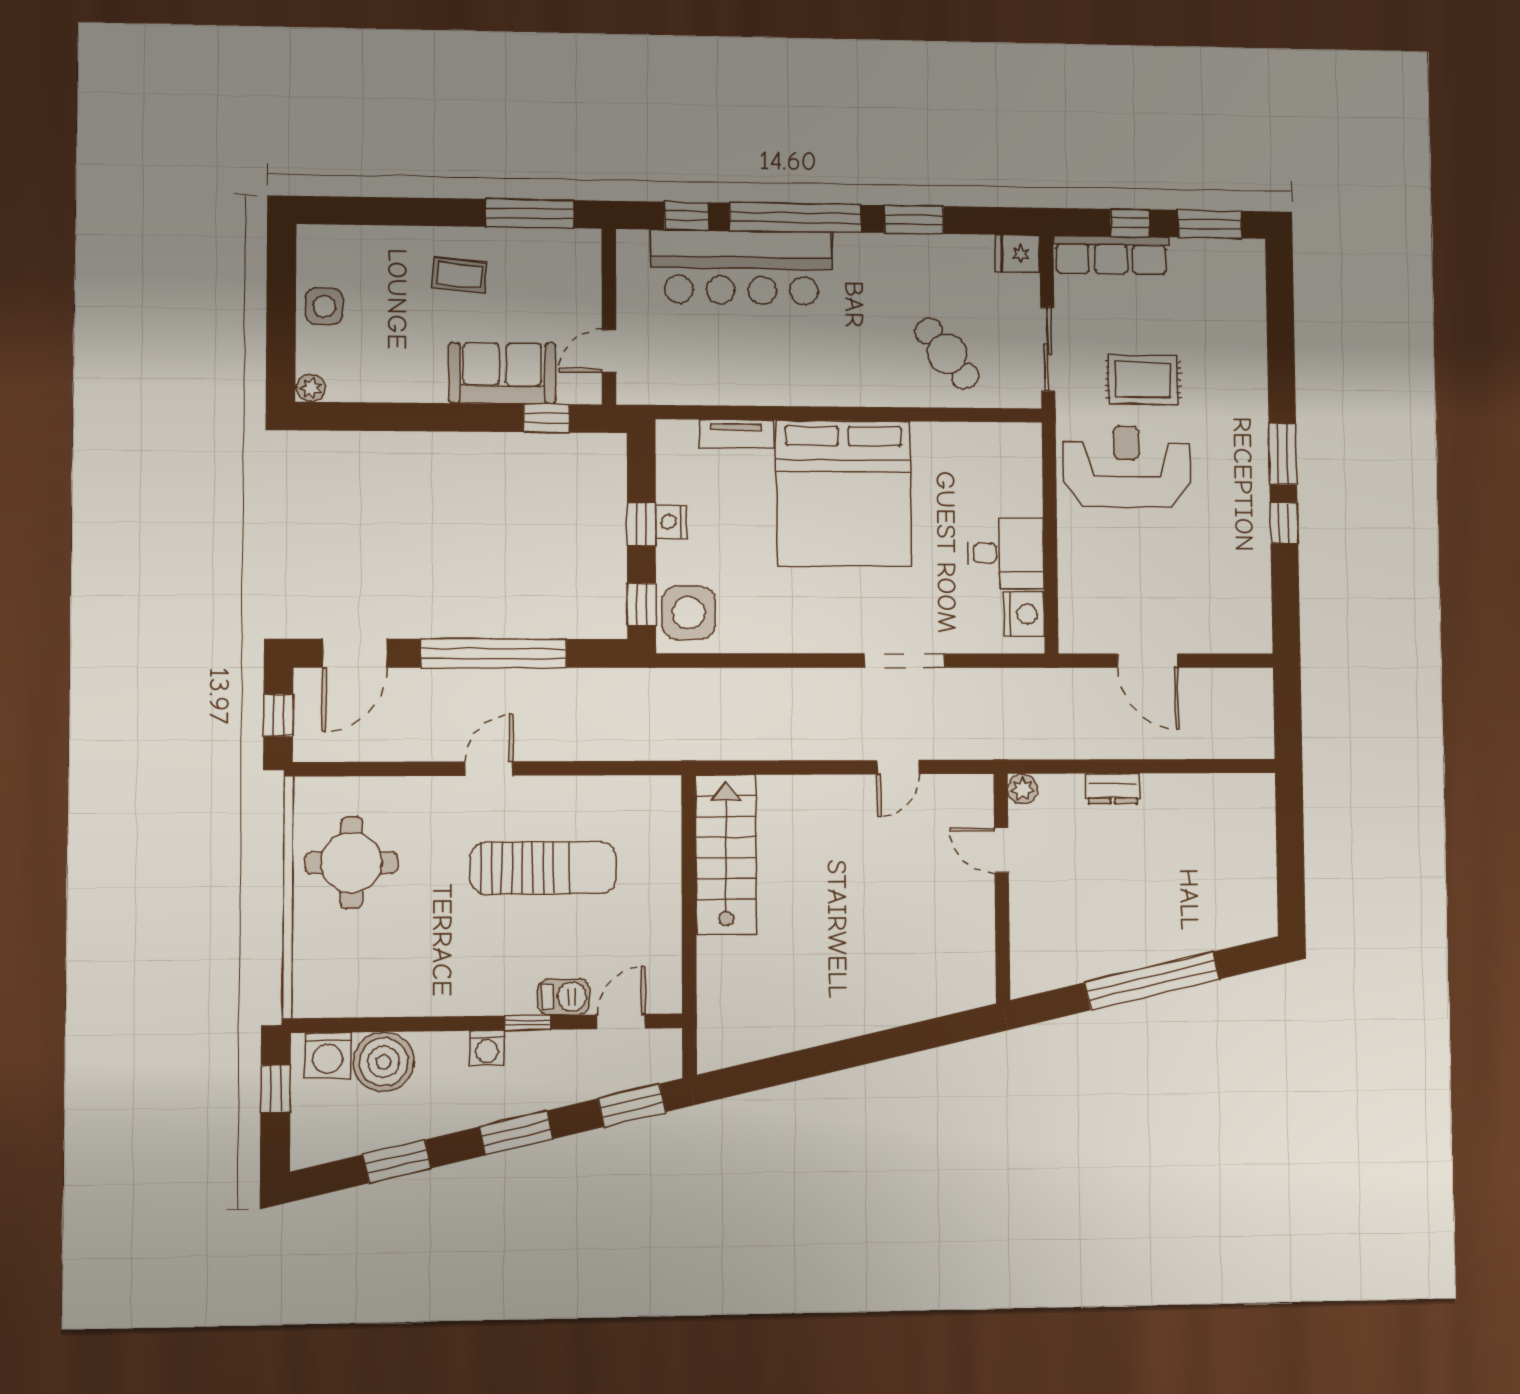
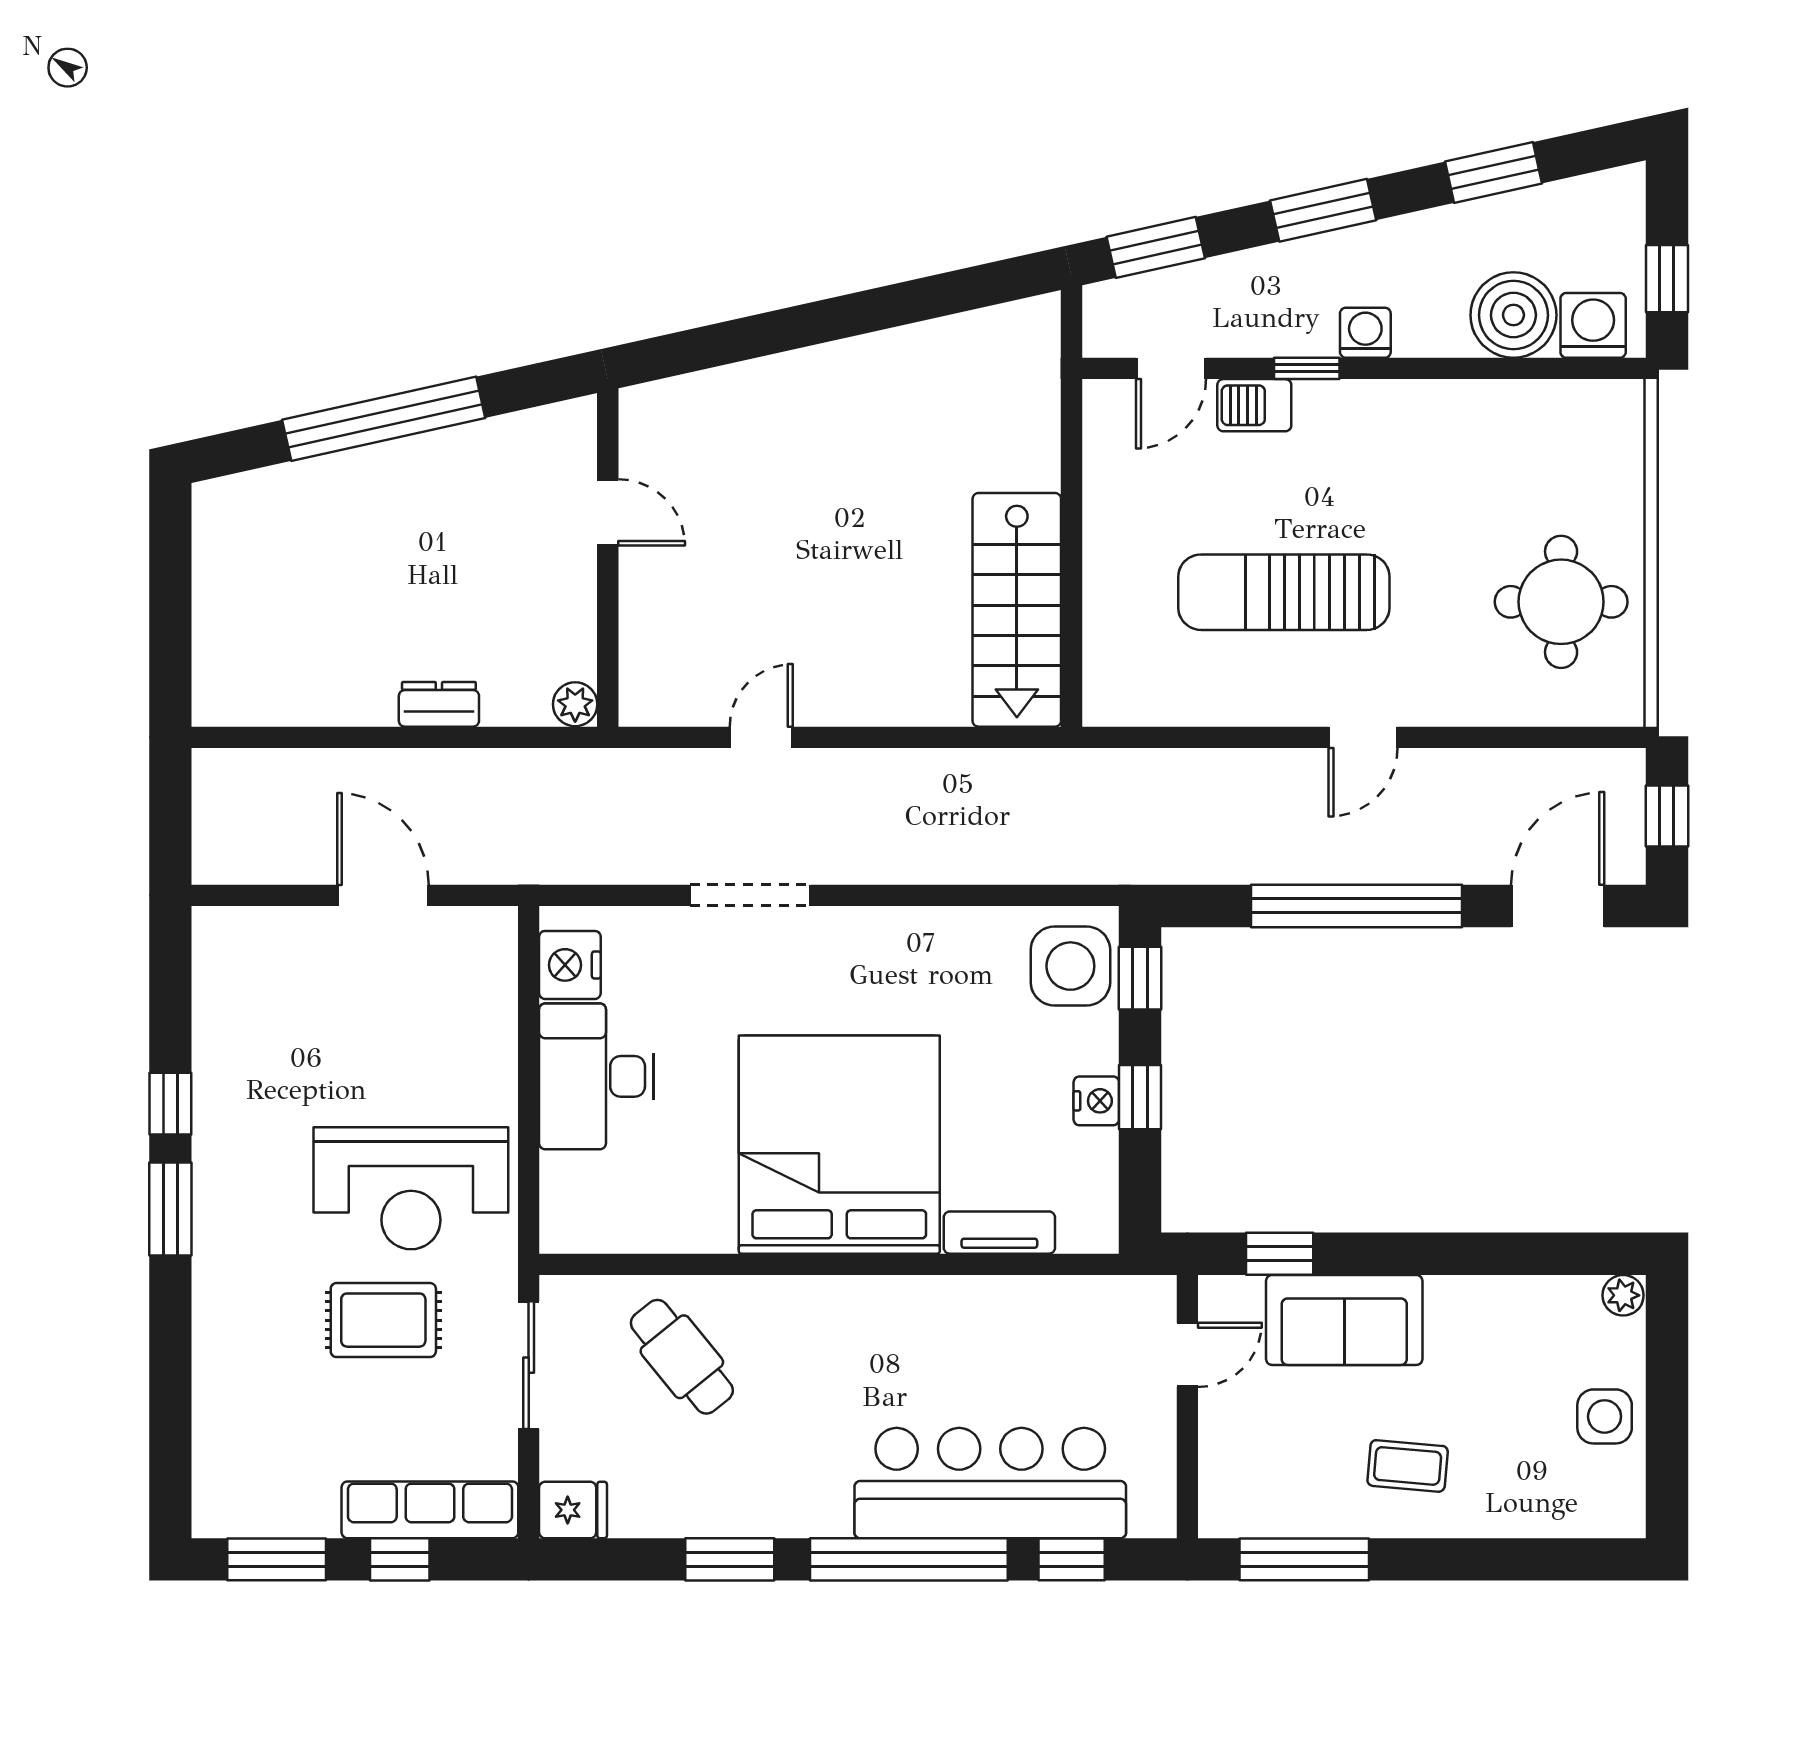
desk: (1005, 553) -> (597, 1076), width x1.37
door: (1001, 850) -> (608, 512), moved

